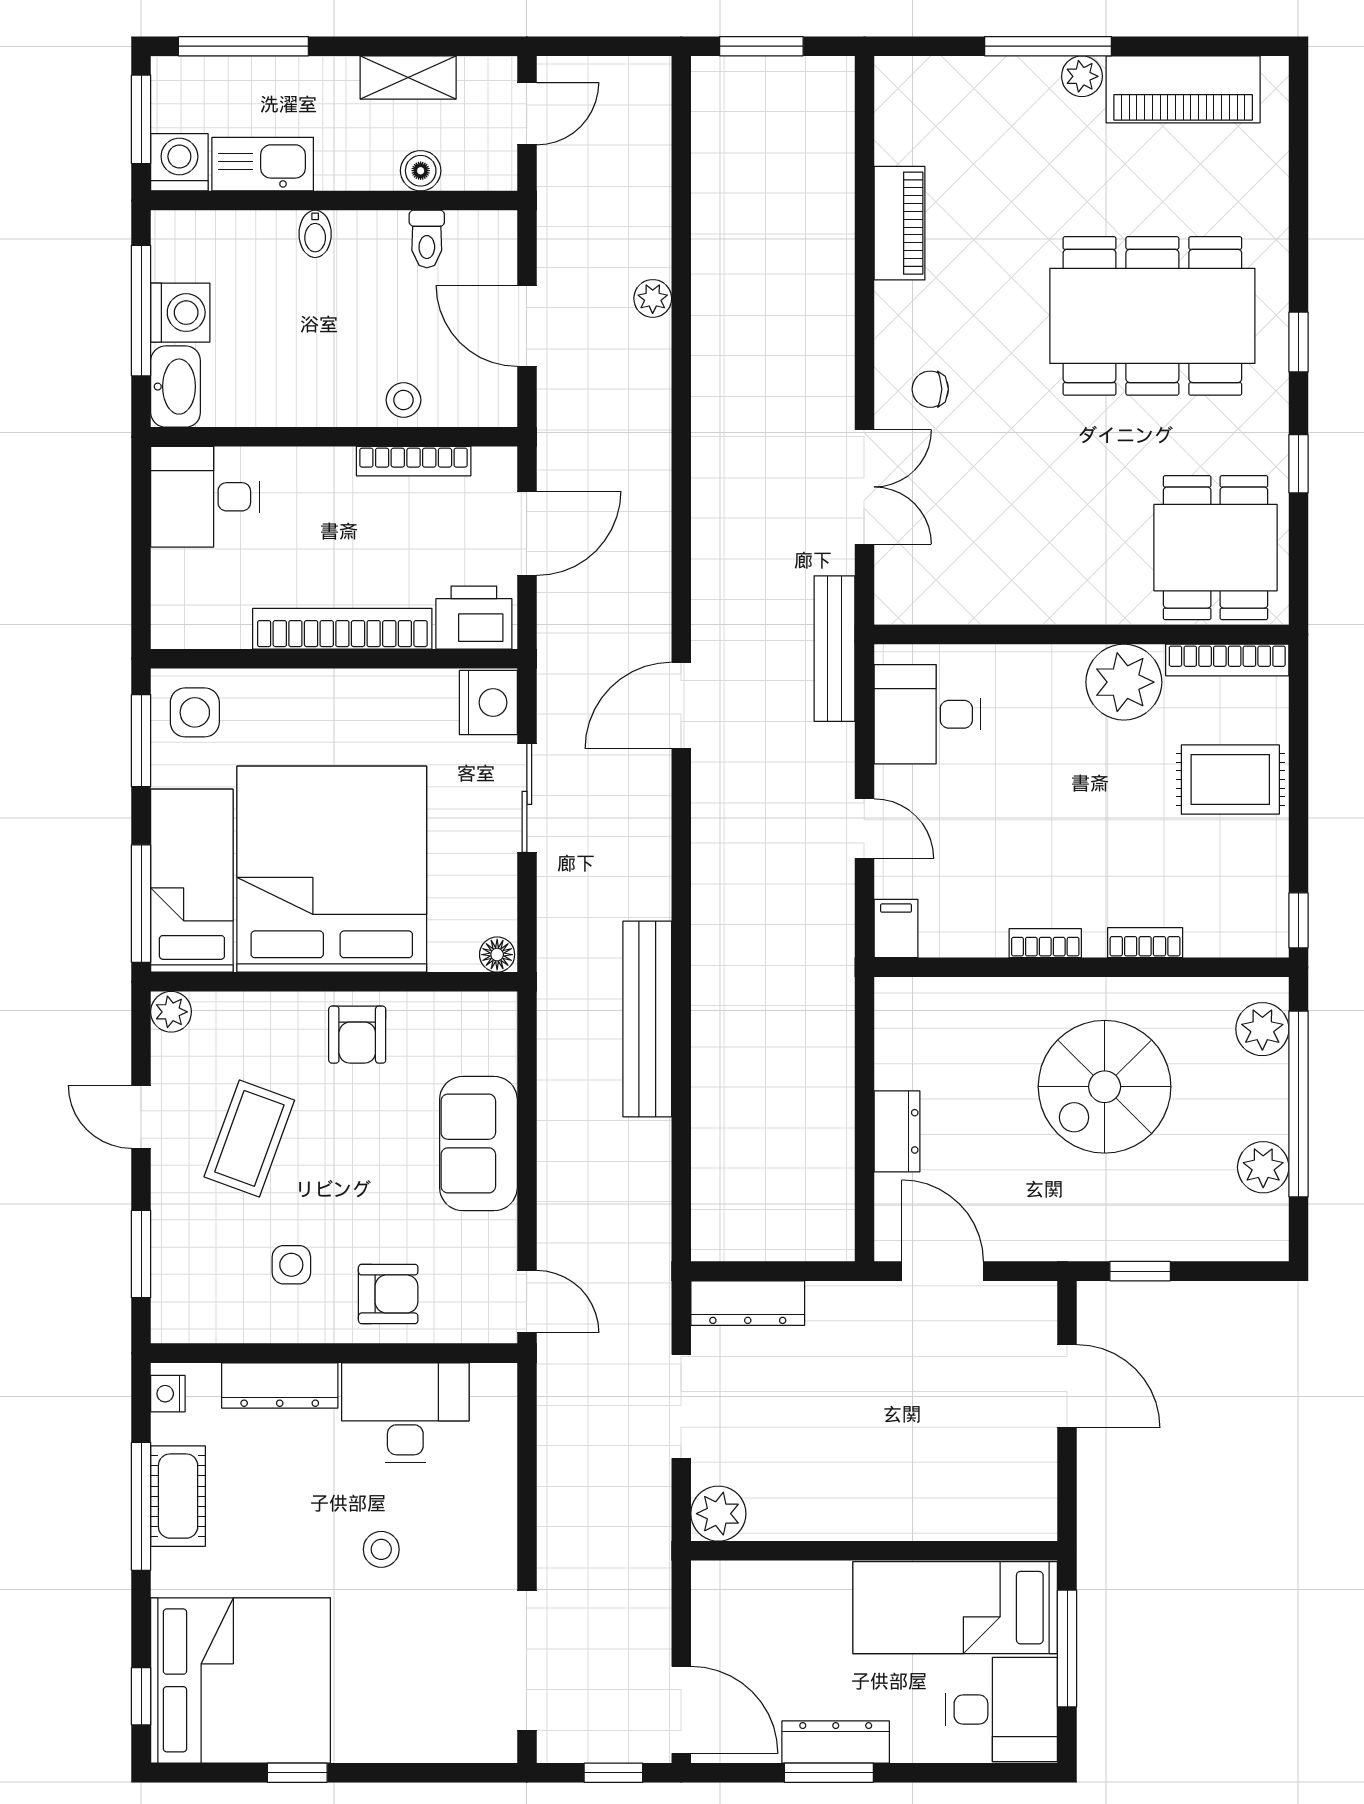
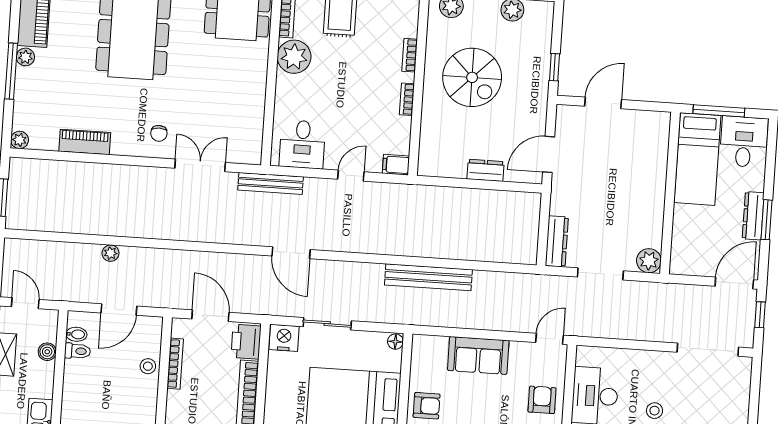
plant: (894, 76) -> (20, 140), added
bidet: (315, 234) -> (76, 334), moved

